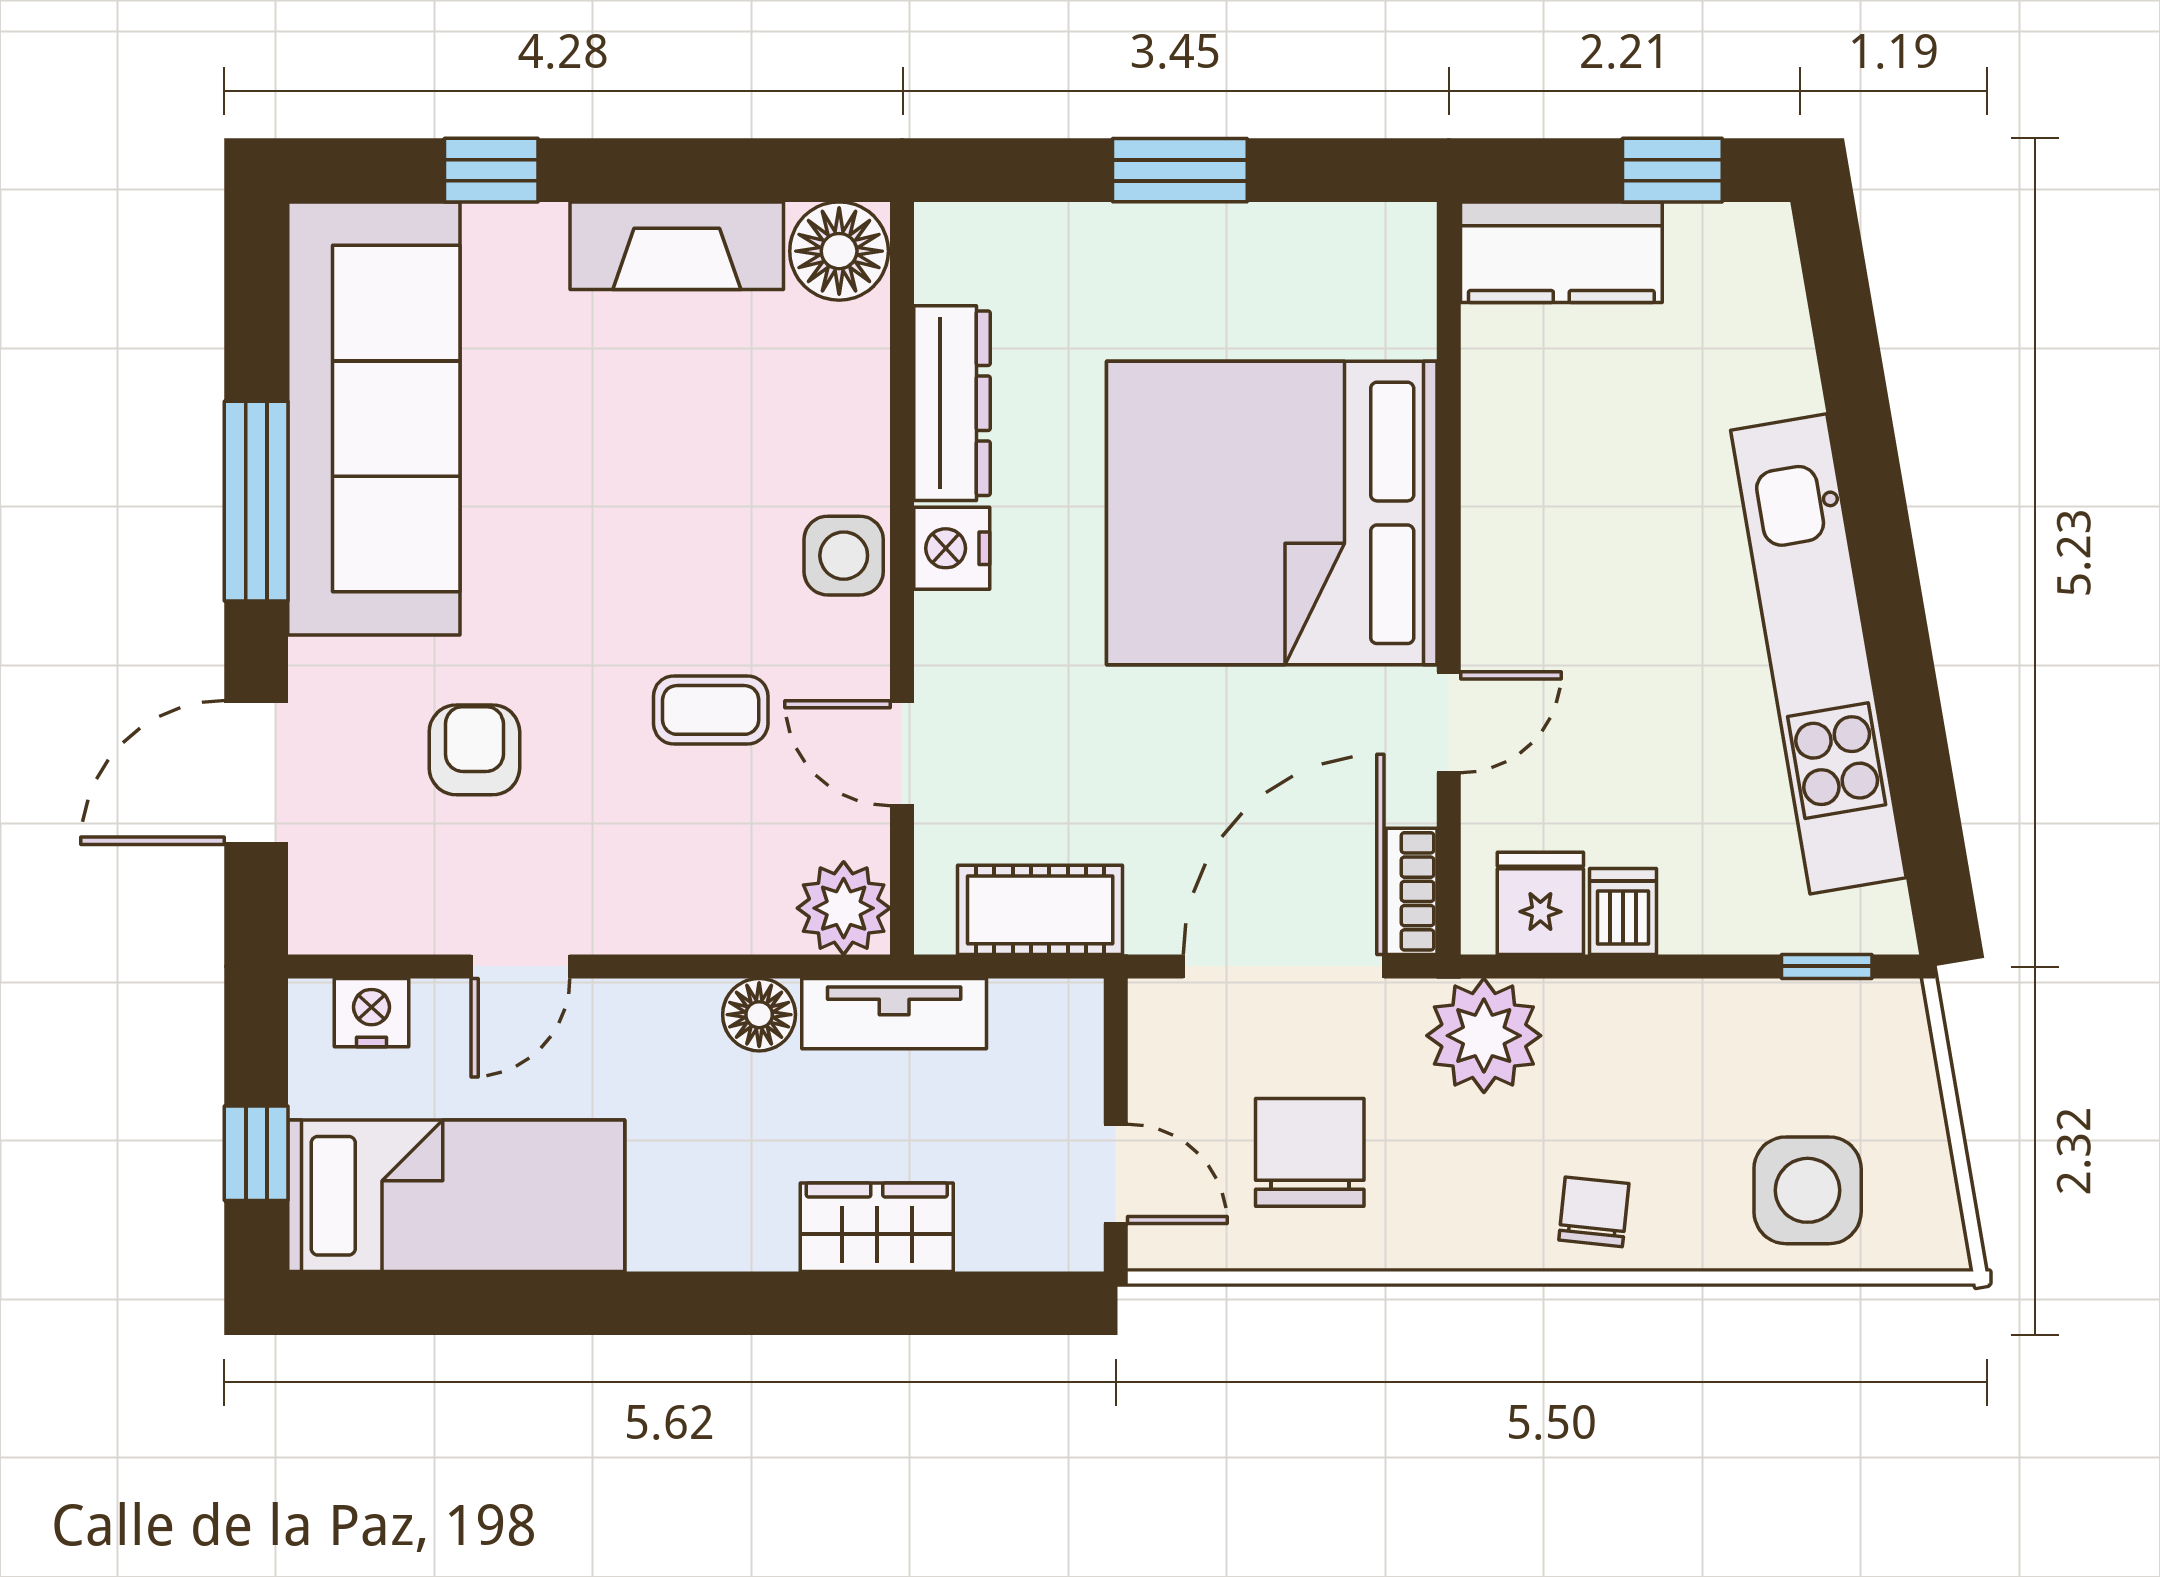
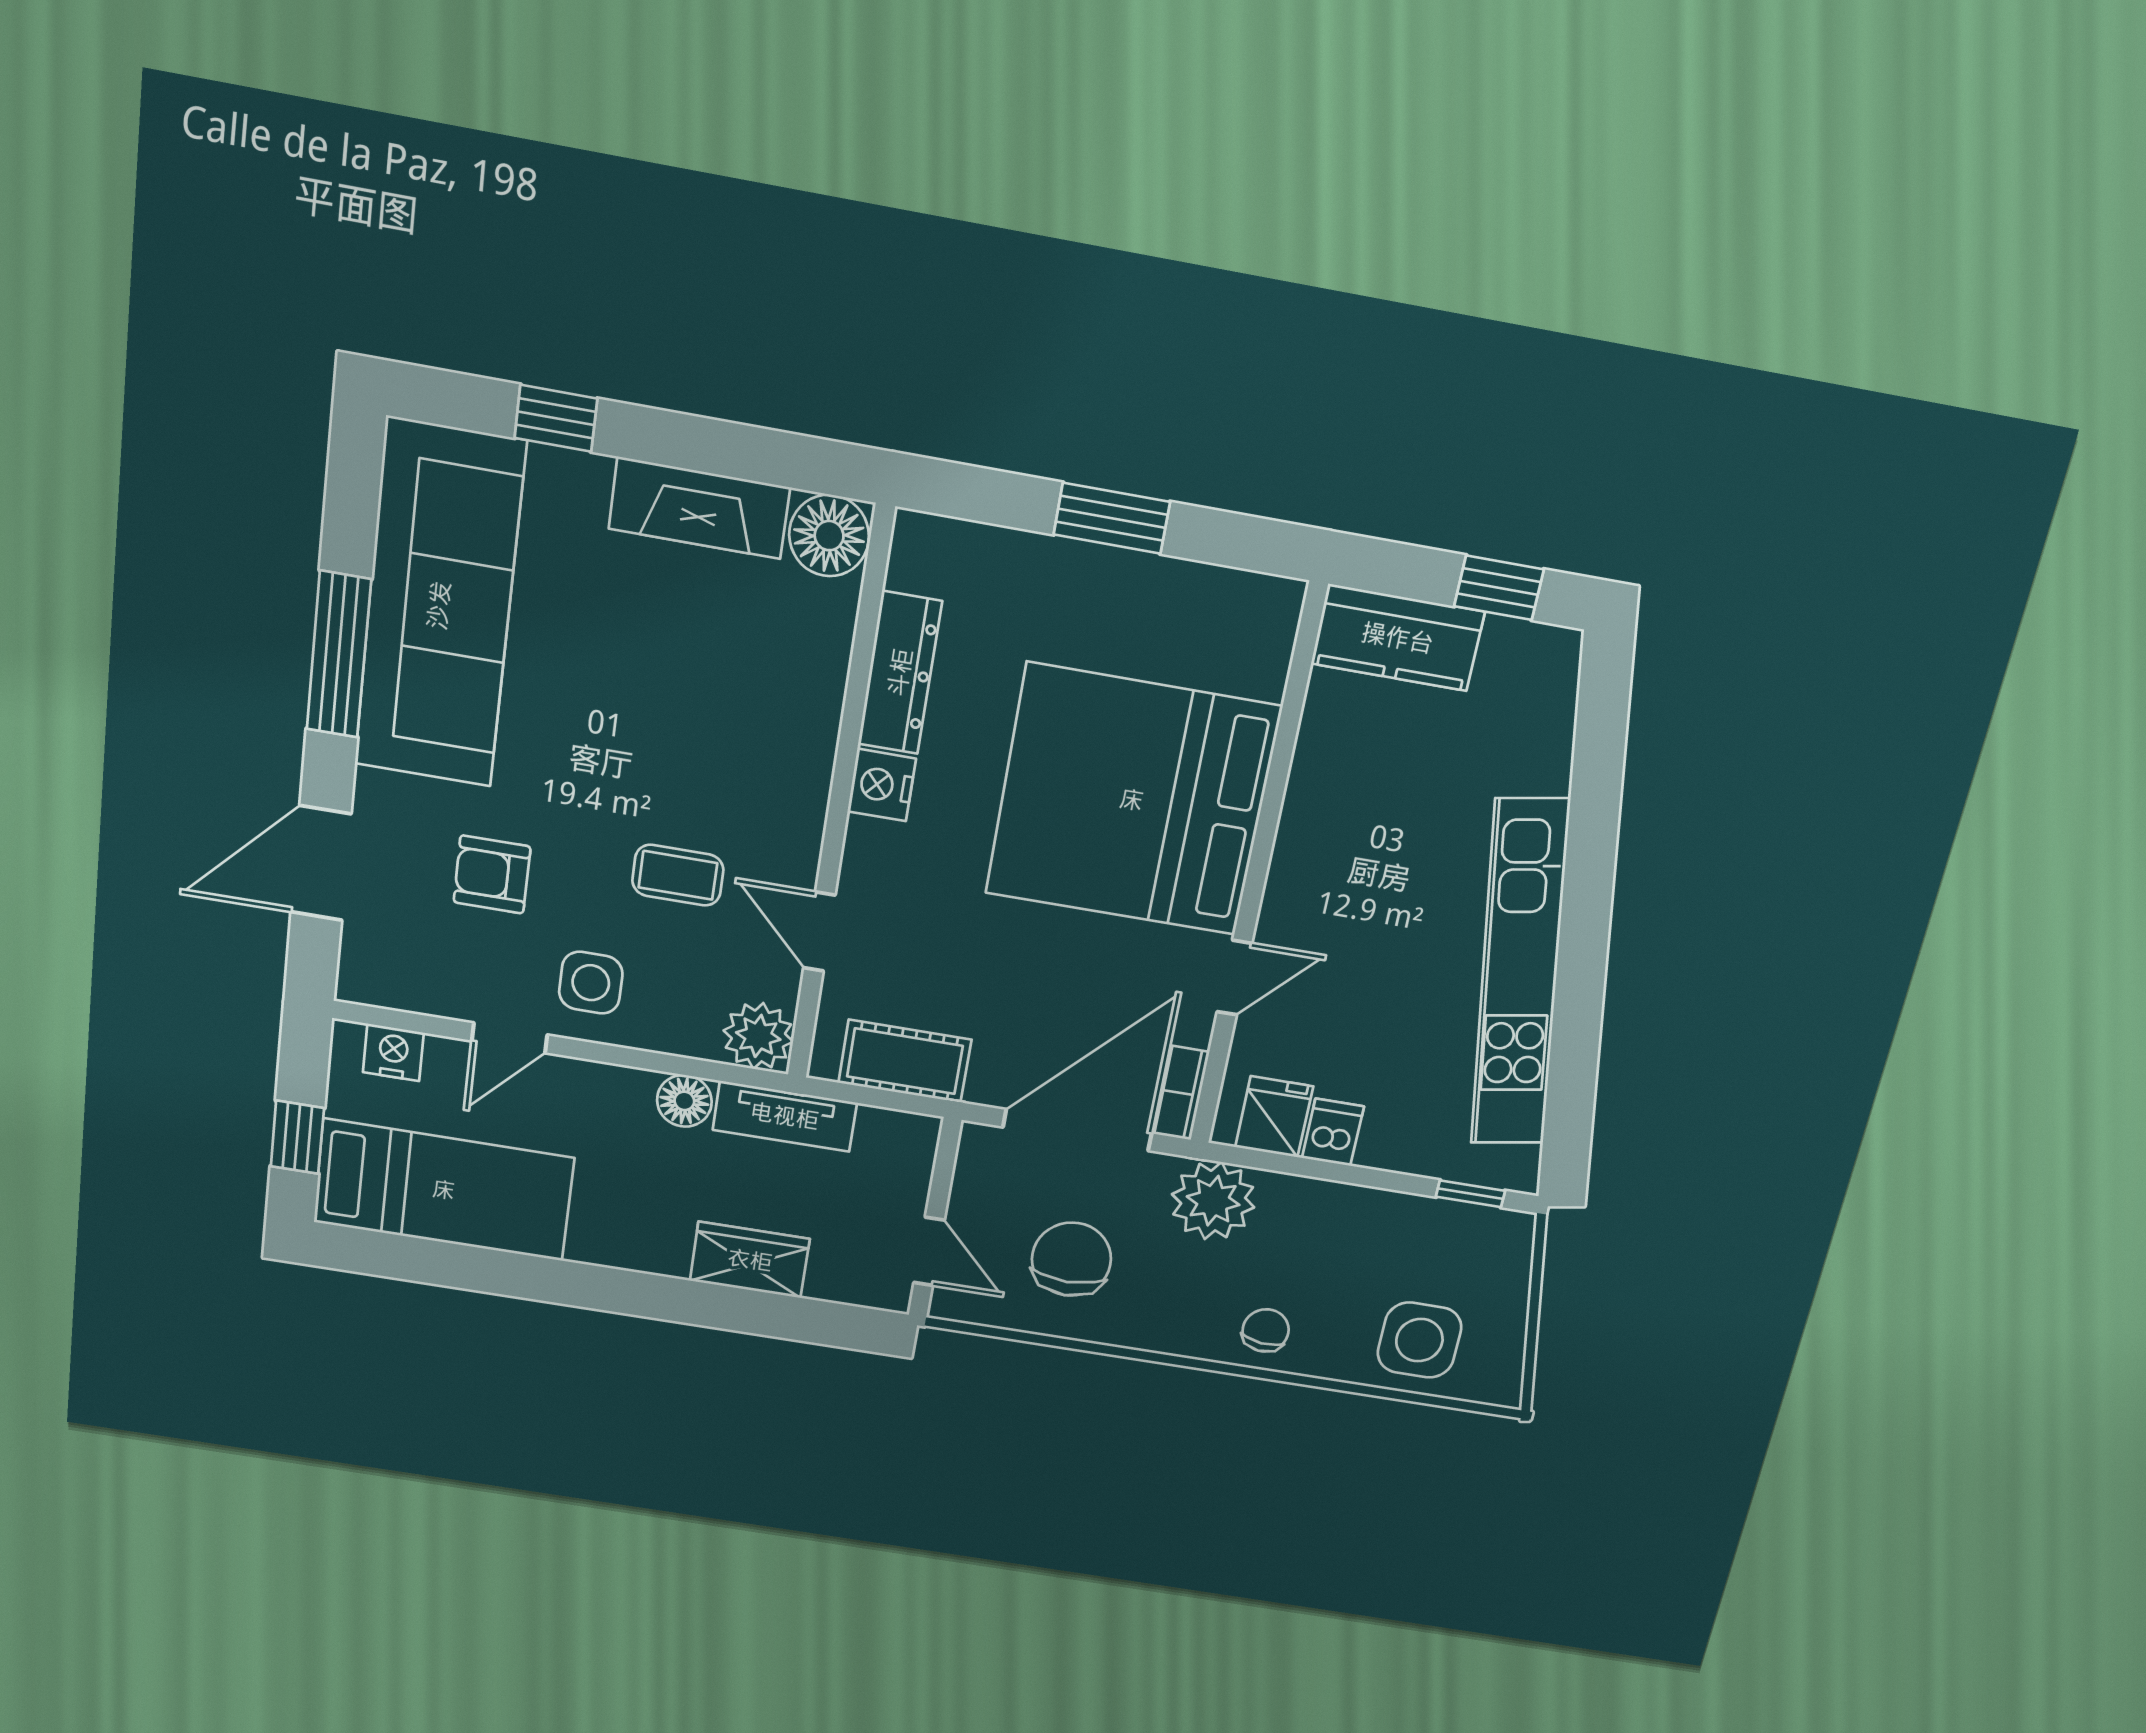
side table: (844, 556) -> (591, 983), moved
armchair: (474, 750) -> (492, 874), turned -90

